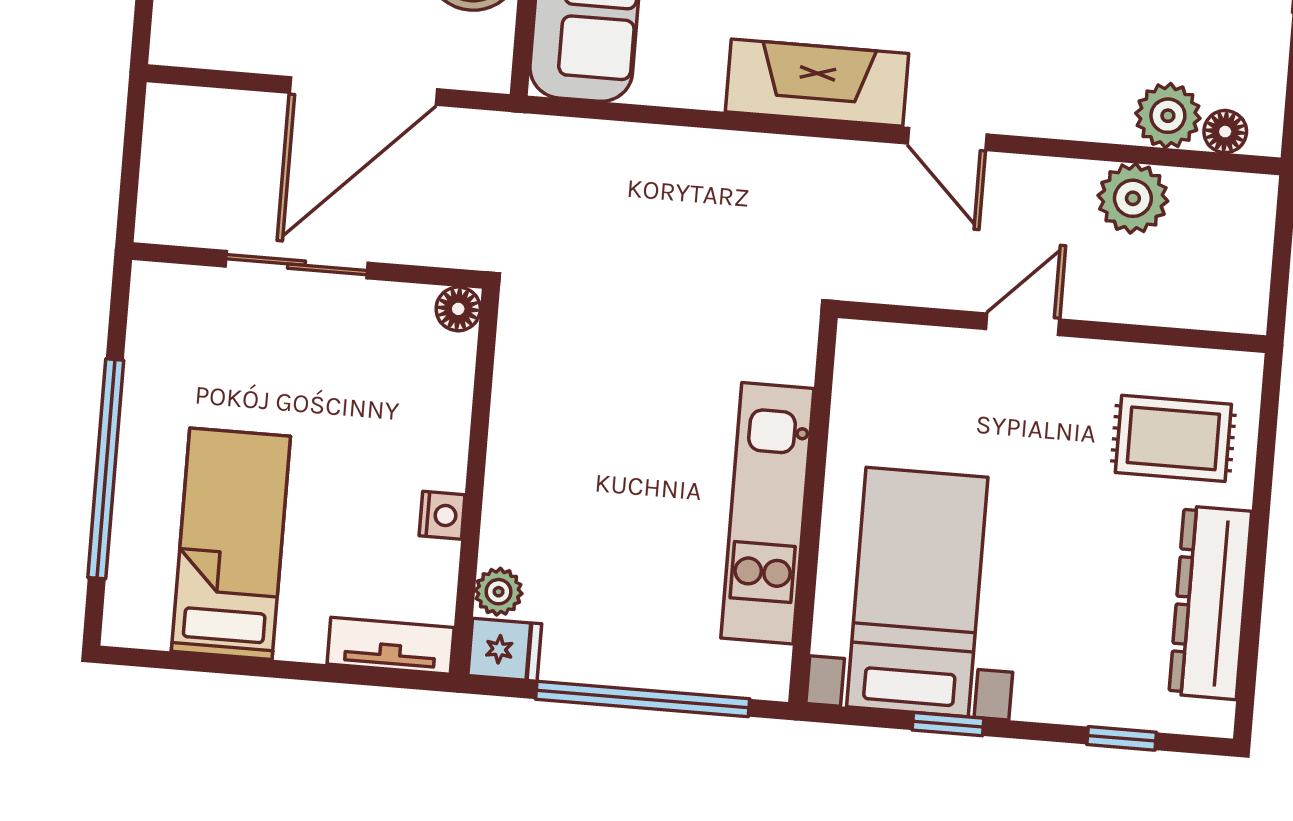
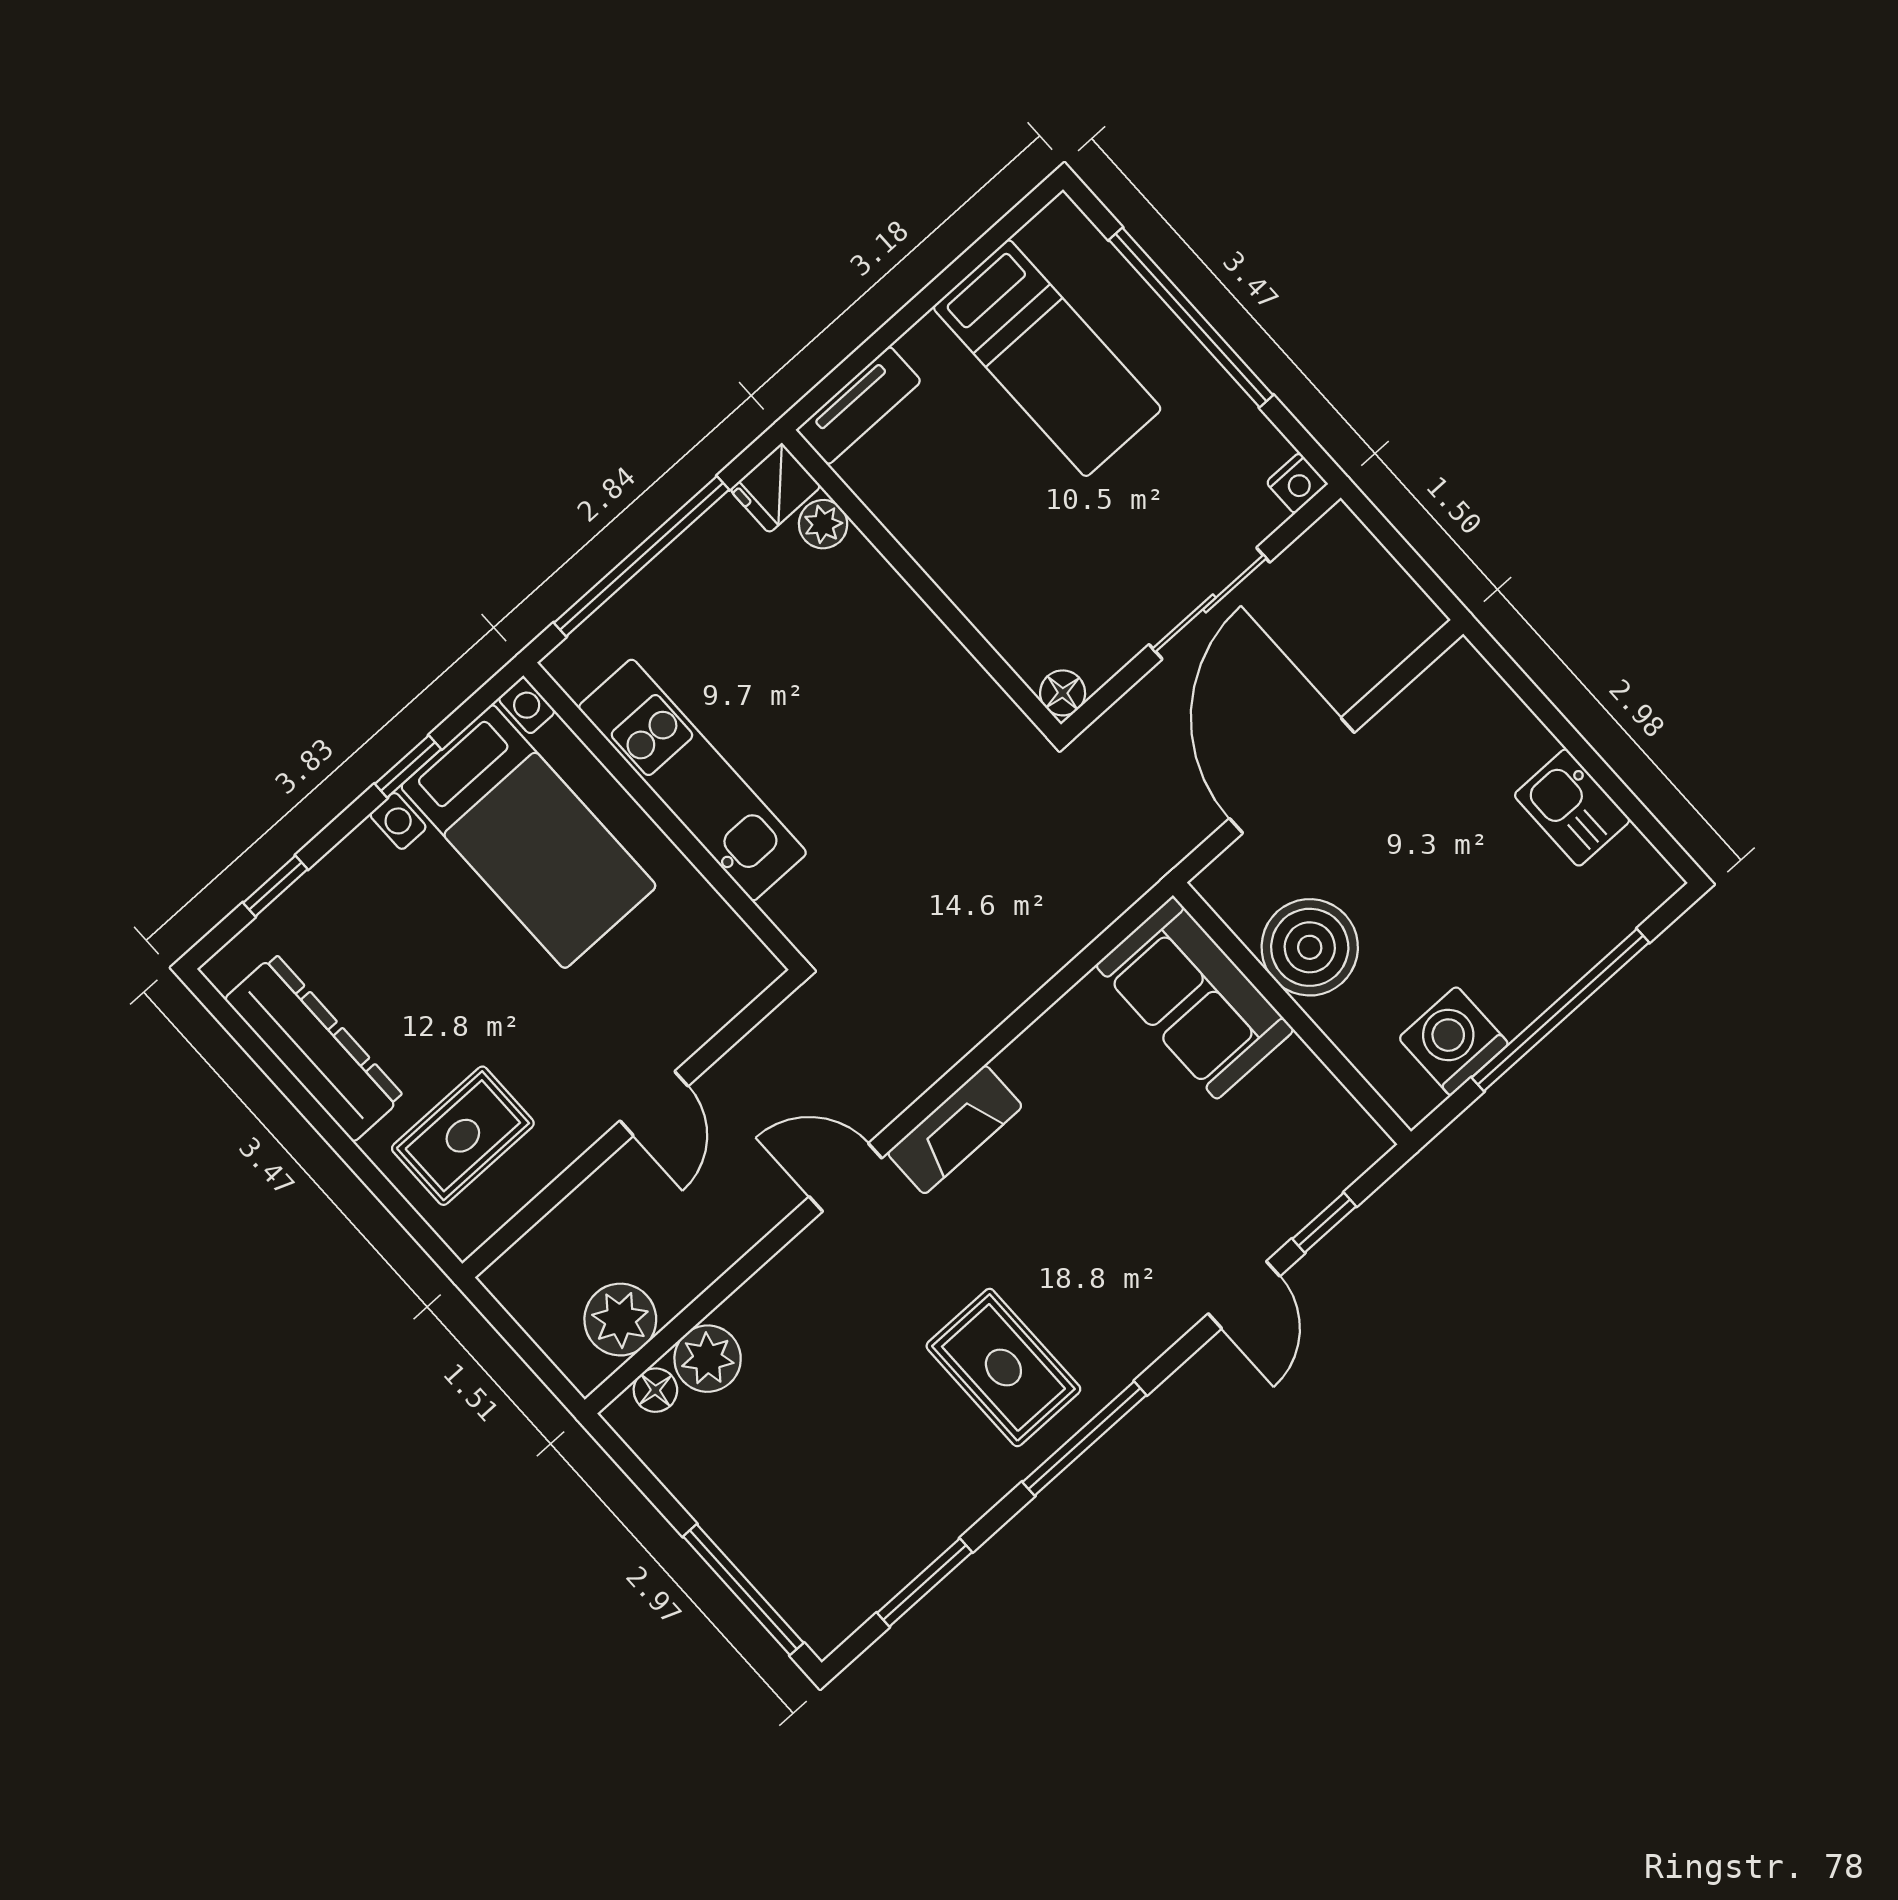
fireplace: (817, 83) -> (955, 1130), width x0.73, depth x0.76
plant: (1133, 198) -> (620, 1320), moved
nightstand: (442, 515) -> (1297, 483), moved, turned -90

